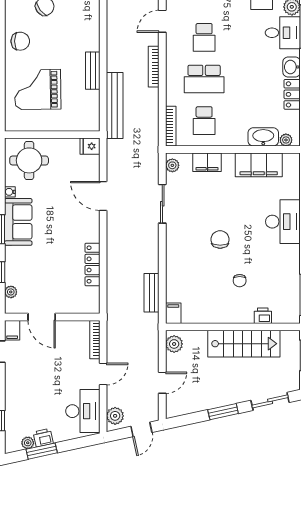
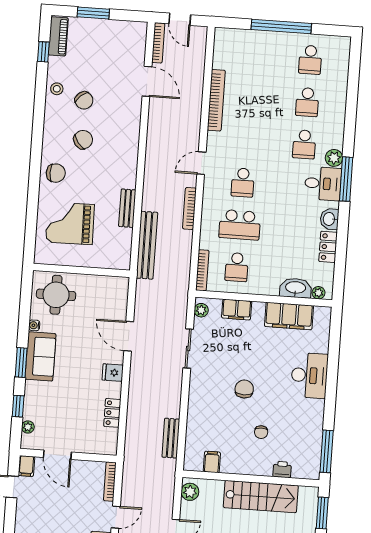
fridge: (90, 146) -> (113, 373), moved
locker: (92, 264) -> (112, 413), width x0.66
filing cabinet: (173, 313) -> (212, 462), moved

